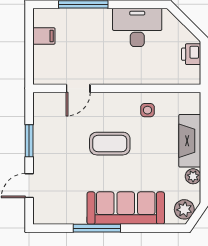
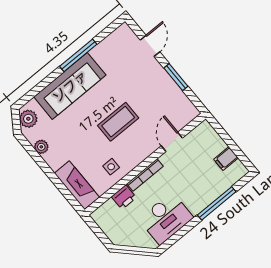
printer: (191, 54) -> (124, 197), moved, turned 90
bookcase: (124, 79) -> (145, 175), added
fireplace: (190, 141) -> (77, 185), moved

